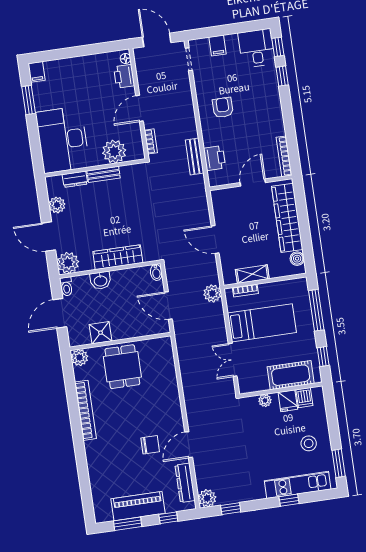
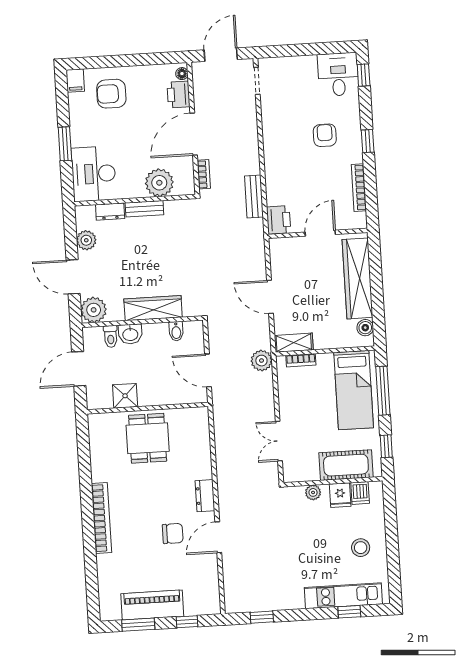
door: (157, 40) -> (221, 55), hinge flipped
filing cabinet: (217, 45) -> (292, 67), removed
window: (282, 76) -> (368, 141), moved
armchair: (68, 80) -> (111, 94), added
window: (29, 100) -> (65, 144), moved
door: (140, 108) -> (194, 134), width x1.36
armchair: (223, 108) -> (325, 135), moved
desk: (63, 140) -> (94, 174), width x0.73, depth x0.77
bookcase: (284, 156) -> (359, 188), moved
printer: (214, 158) -> (279, 220), moved
bidet: (156, 272) -> (176, 331), moved
shelving: (252, 274) -> (294, 343), moved
toilet: (66, 287) -> (111, 336), moved
bed: (262, 323) -> (354, 390), moved, turned 90
plant: (79, 357) -> (98, 423), removed
bookcase: (85, 410) -> (101, 518), moved
window: (339, 463) -> (394, 574), removed
dresser: (185, 483) -> (205, 496), moved, width x0.70
plant: (207, 498) -> (235, 602), removed
window: (289, 500) -> (349, 612), moved

